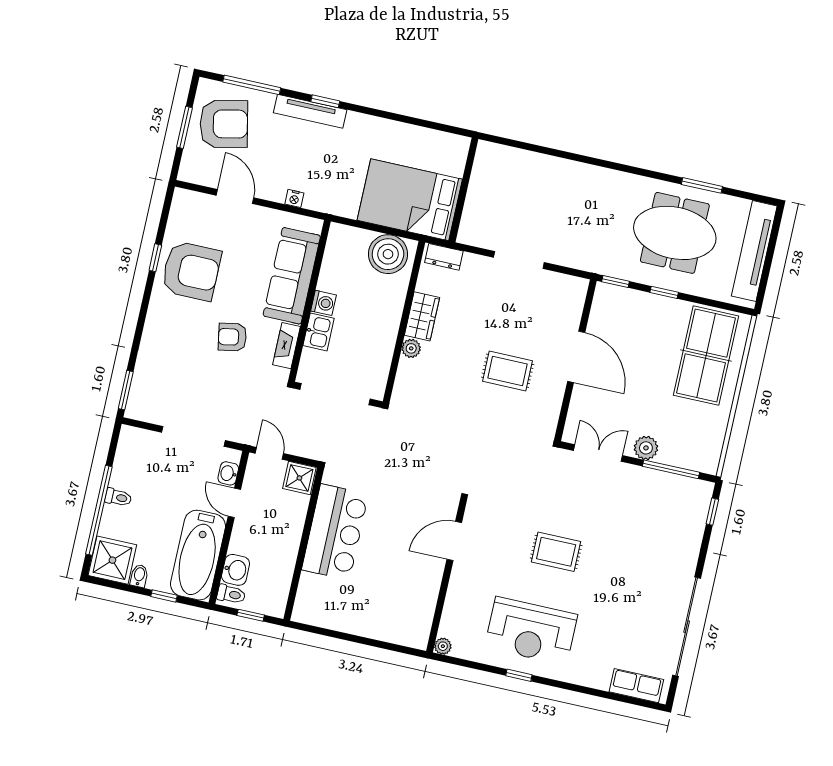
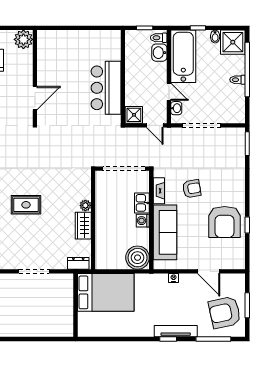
boiler: (388, 254) -> (138, 258), moved
armchair: (191, 271) -> (225, 222), turned -90
plant: (443, 646) -> (23, 39), width x1.88, depth x1.88

